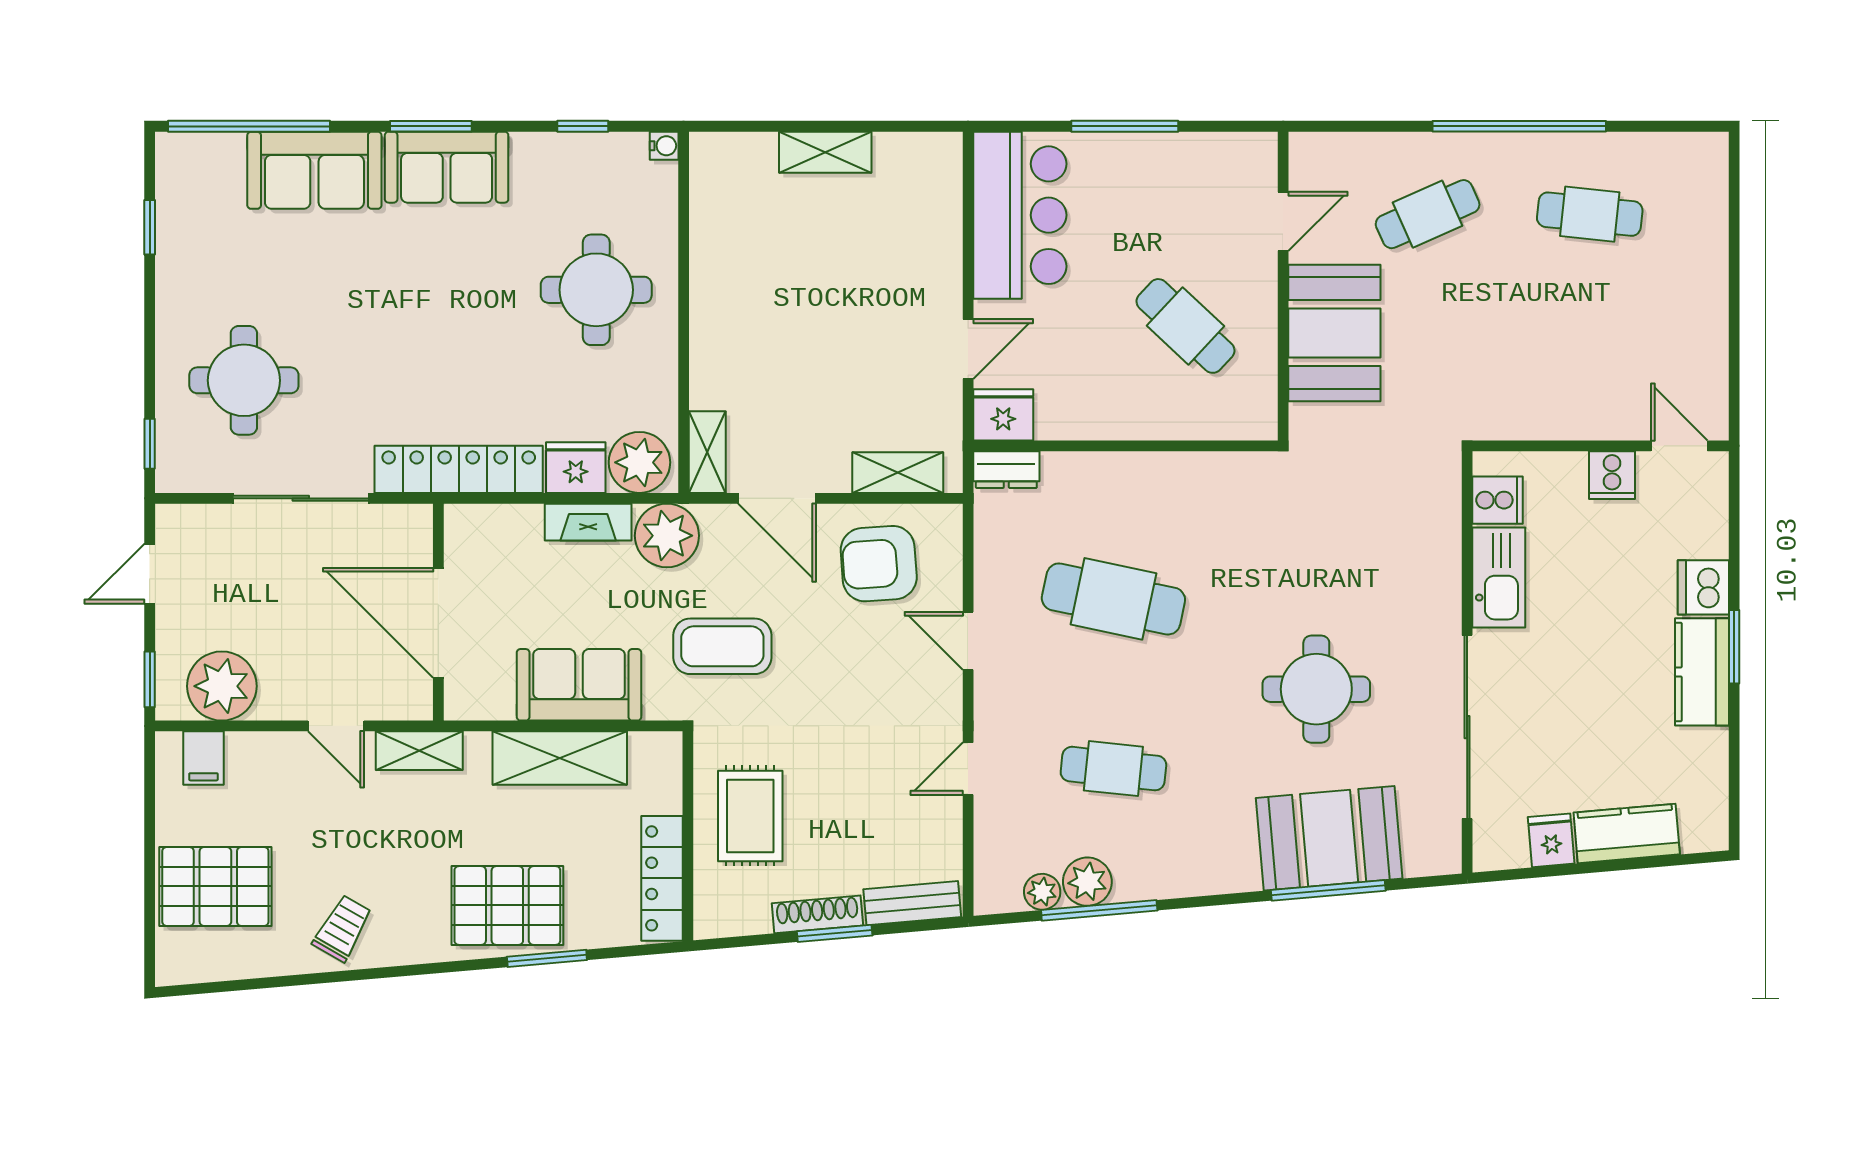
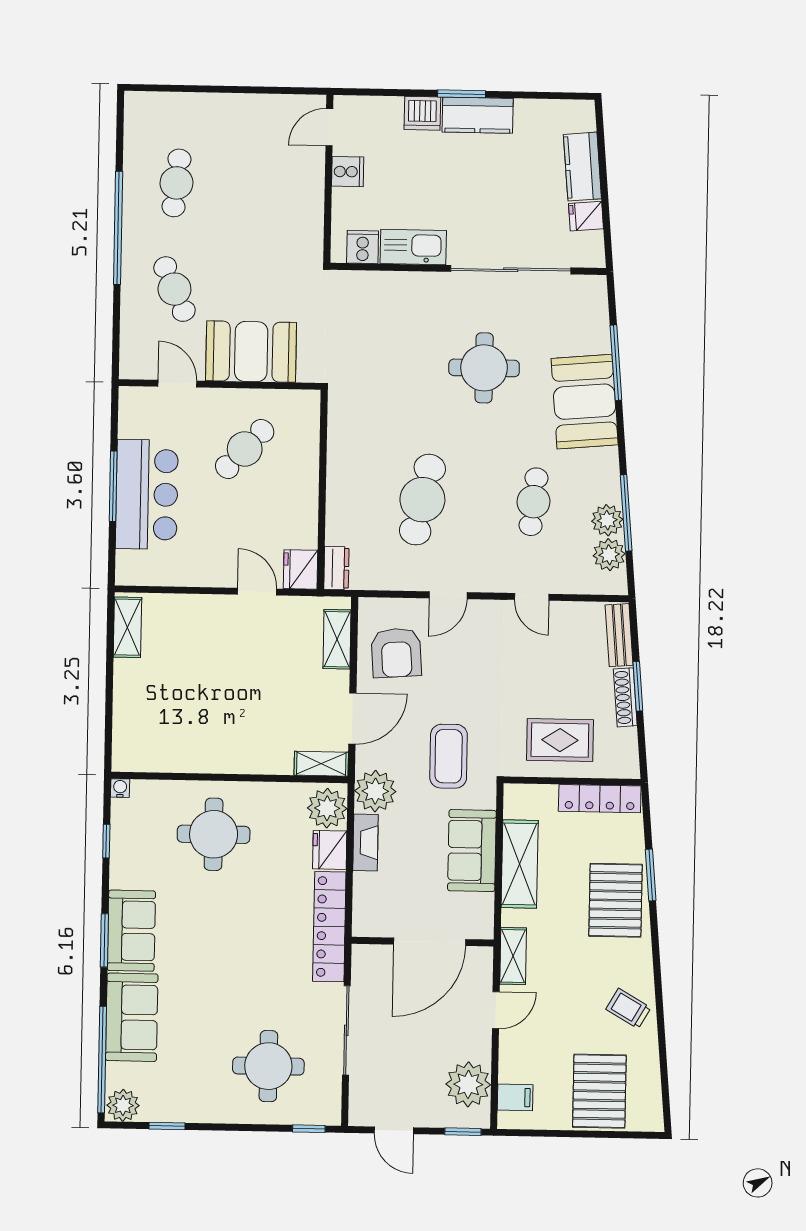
shelving: (825, 152) -> (127, 627), moved
plant: (180, 159) -> (123, 1105), added
bar counter: (1020, 215) -> (147, 494), moved, turned 90
booth: (1329, 838) -> (585, 402), moved
plant: (1042, 892) -> (609, 555), width x1.38, depth x1.38

